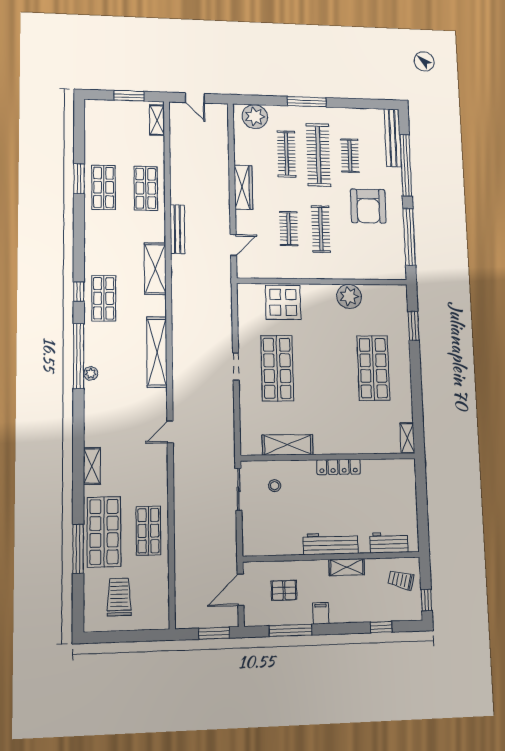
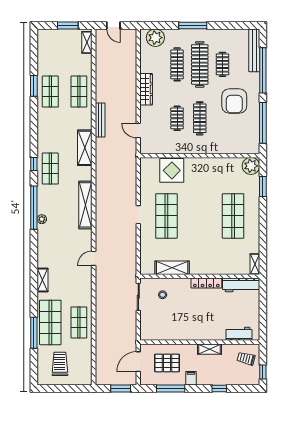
door: (233, 245) -> (138, 131), swing flipped
plant: (349, 296) -> (251, 166), moved
workbench: (331, 544) -> (241, 285), moved, turned 180
pallet: (284, 590) -> (167, 363), width x1.50, depth x1.42
window: (381, 627) -> (219, 389), moved

